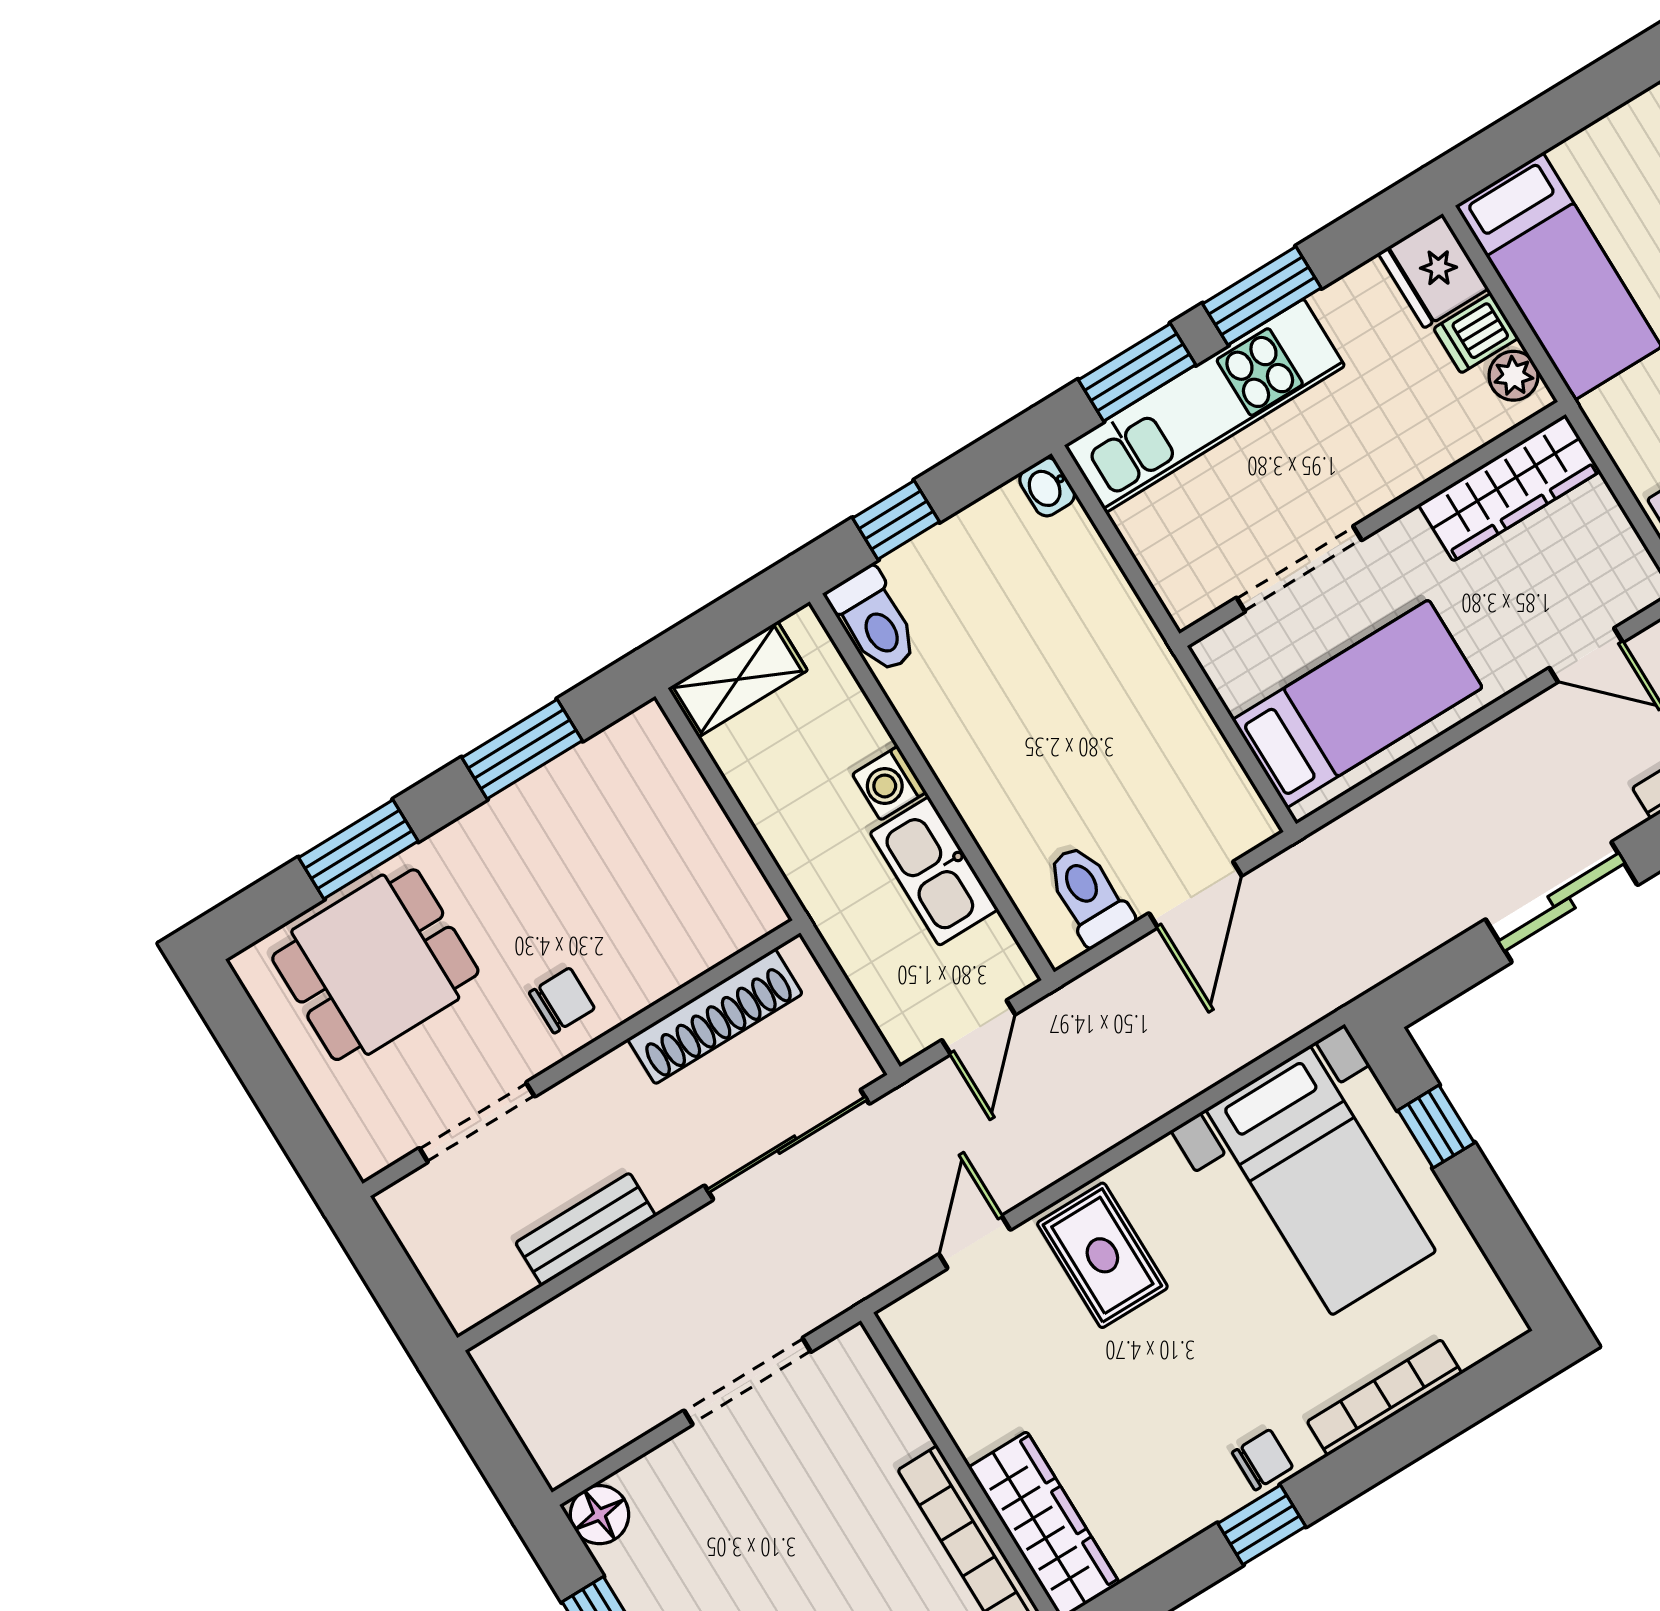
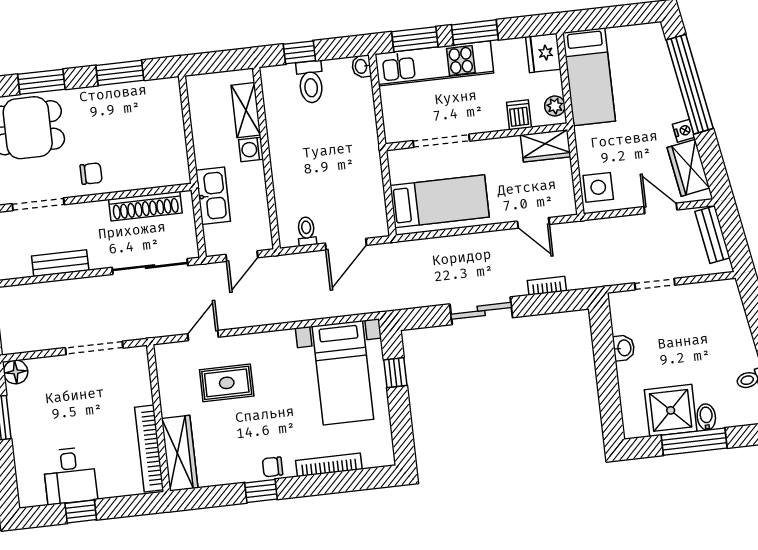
dishwasher: (1476, 333) -> (519, 115), moved, turned 90
wardrobe: (1509, 488) -> (546, 146), width x0.67
toilet: (874, 621) -> (310, 82), moved
shelving: (738, 679) -> (246, 110), moved, turned 90
kitchen sink: (934, 871) -> (213, 196), moved, turned 180
toilet: (1088, 895) -> (307, 231), width x0.73, depth x0.72
rug: (1102, 1255) -> (227, 383), moved, turned 90
chair: (1262, 1460) -> (273, 467), turned 180

